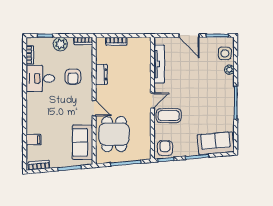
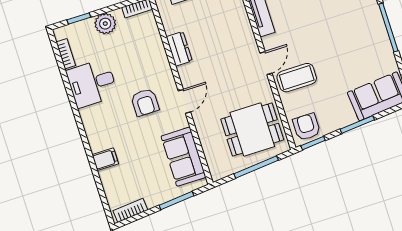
armchair: (73, 77) -> (145, 102), moved
door: (94, 108) -> (184, 101), hinge flipped
dining table: (114, 134) -> (252, 130), moved, turned 90
filing cabinet: (33, 140) -> (105, 159), moved

